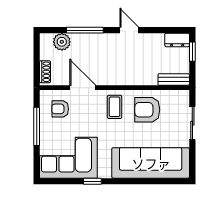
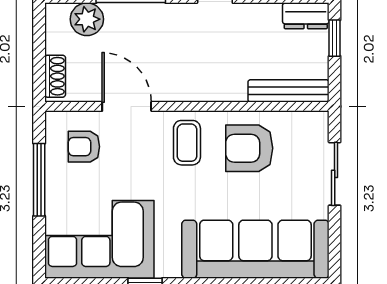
bench: (174, 80) -> (288, 91), width x1.36

